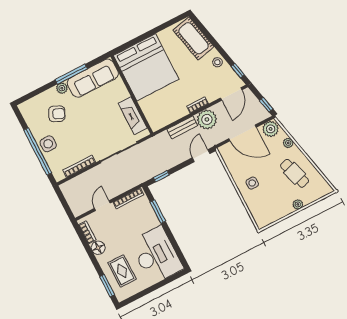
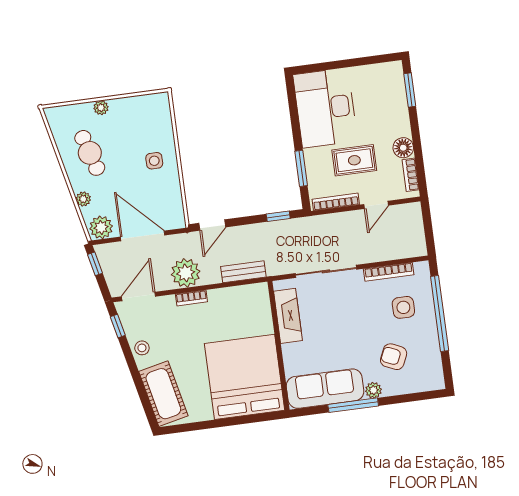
bench: (182, 127) -> (243, 272), moved
side table: (48, 144) -> (403, 307), moved
rug: (122, 271) -> (354, 160), moved, turned 90

